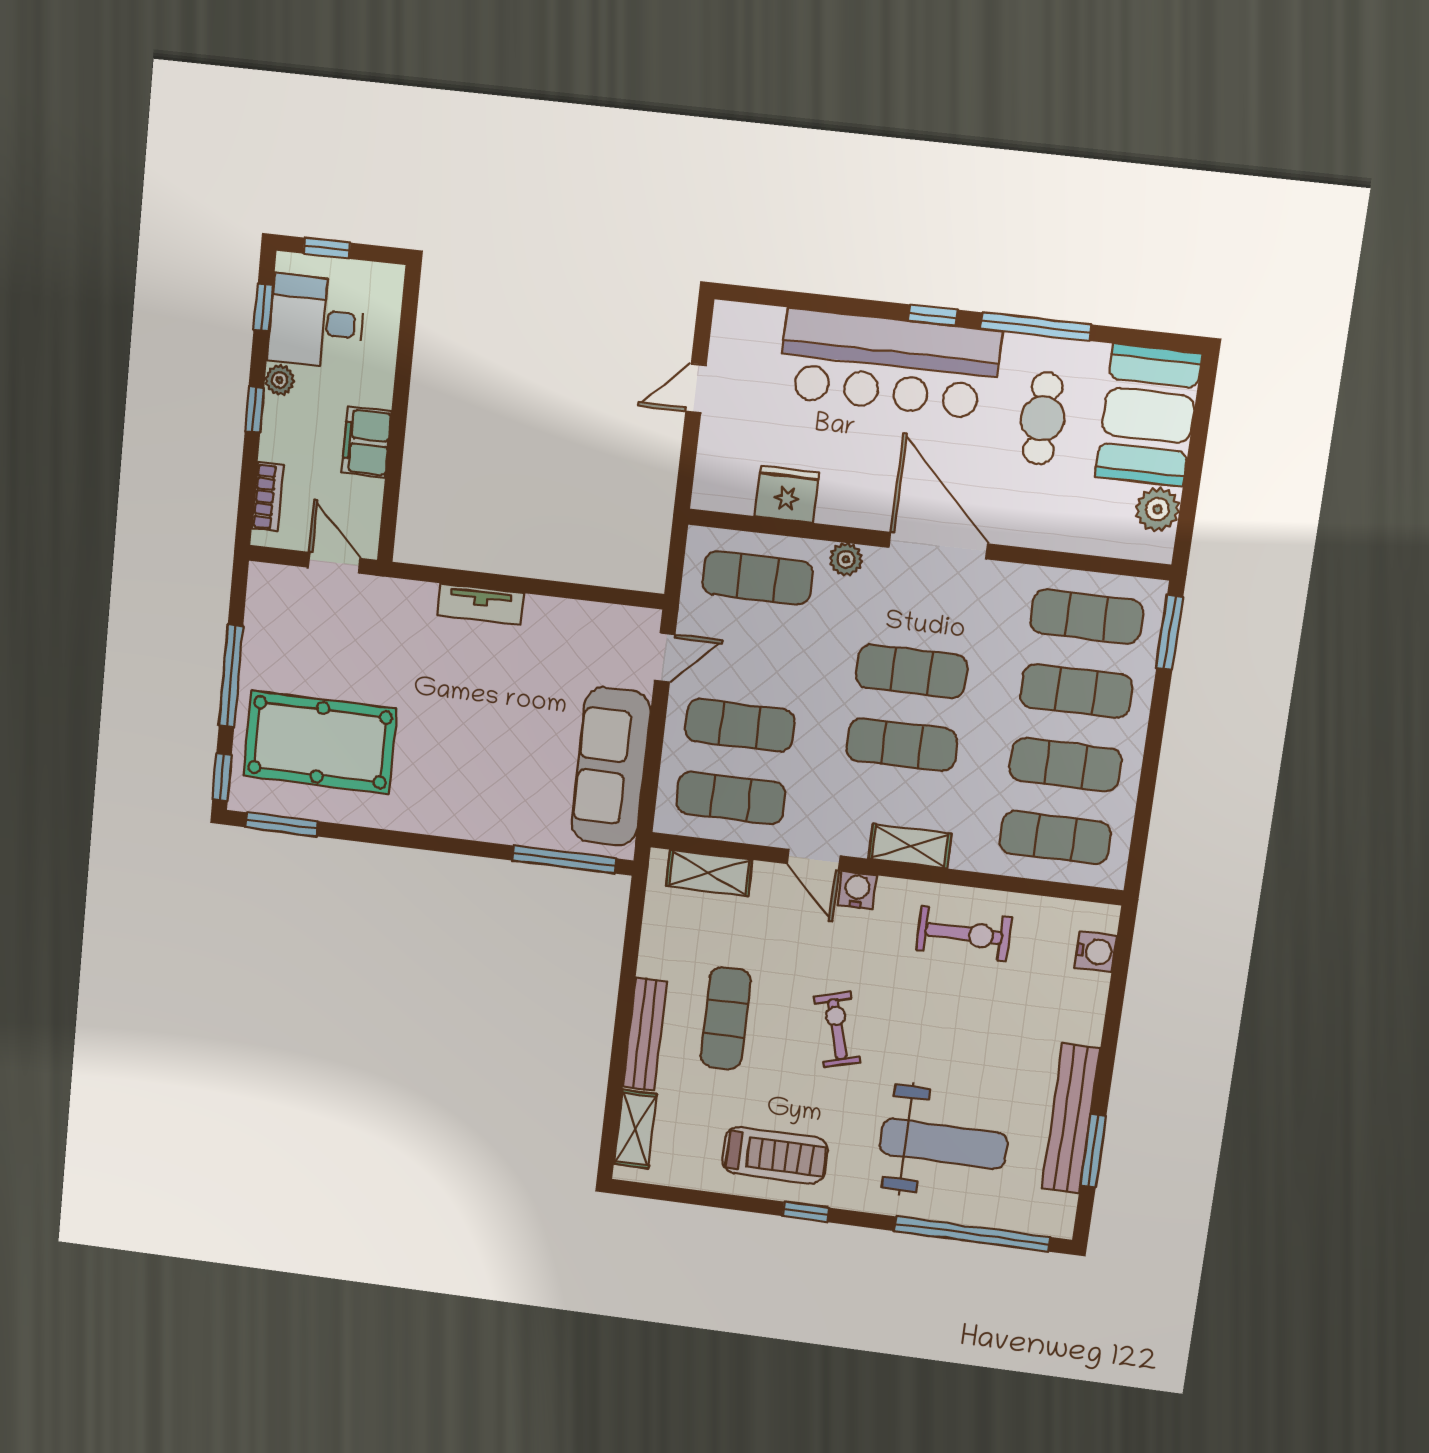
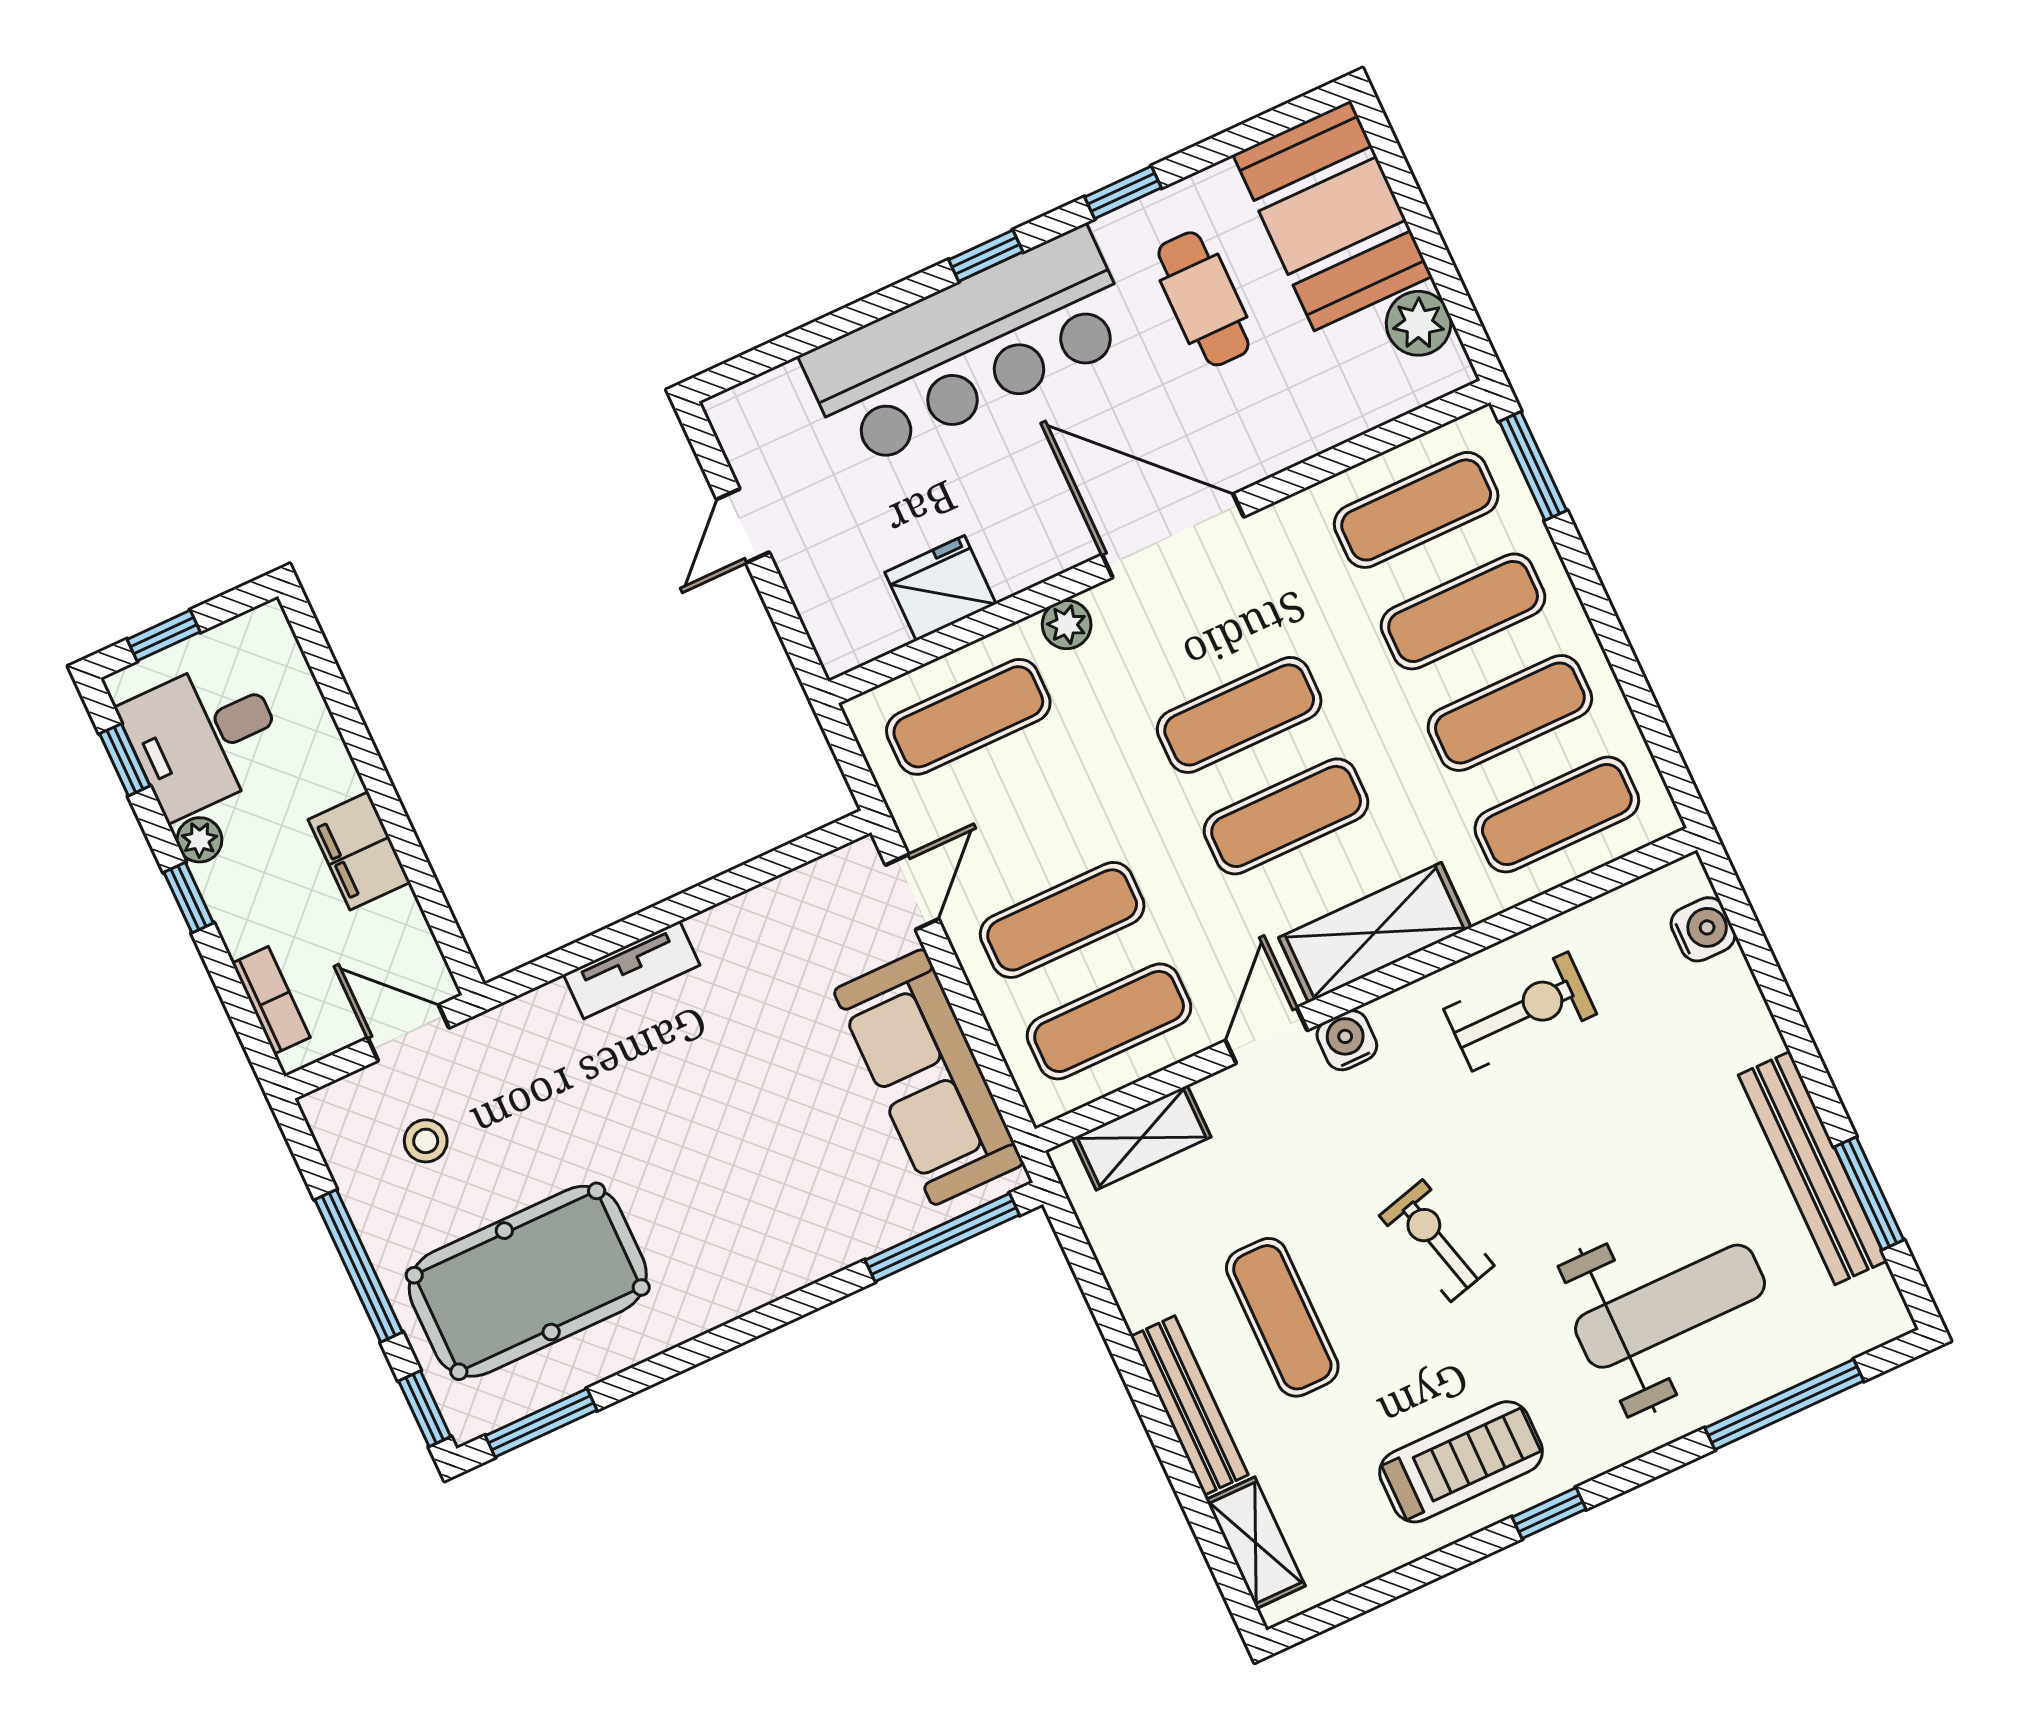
window: (1036, 327) -> (1123, 192), width x0.46
stool: (309, 629) -> (426, 1141), added
shelving: (910, 846) -> (1375, 933), width x1.50, depth x1.33
door: (814, 860) -> (1266, 1035), swing flipped
window: (972, 1234) -> (1784, 1405), width x0.68

